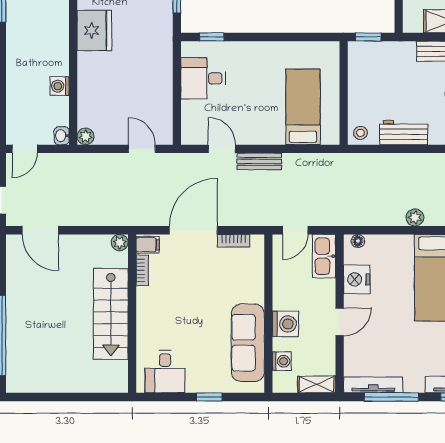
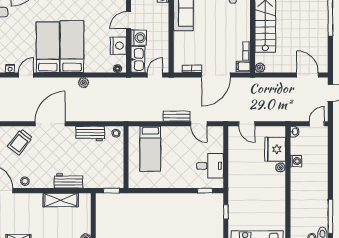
fridge: (94, 30) -> (275, 149), moved
plant: (86, 136) -> (280, 167), moved
washing machine: (285, 324) -> (139, 38), moved, turned 180

